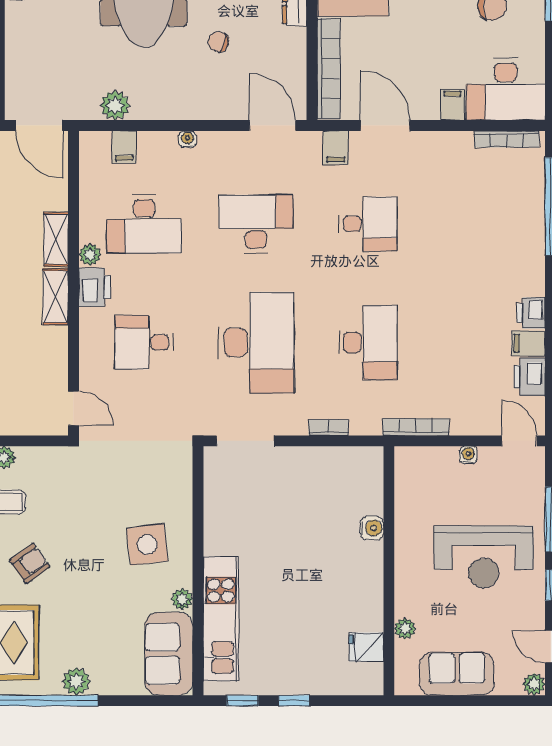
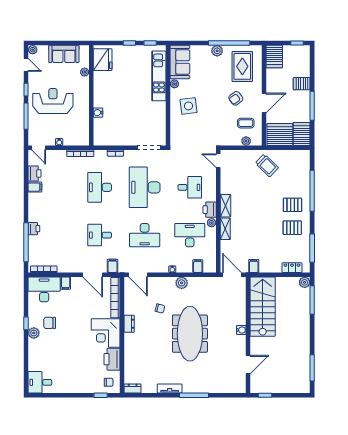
plant: (115, 105) -> (182, 283), moved
printer: (531, 313) -> (34, 229), moved
fridge: (366, 647) -> (103, 60), width x1.88, depth x1.34

